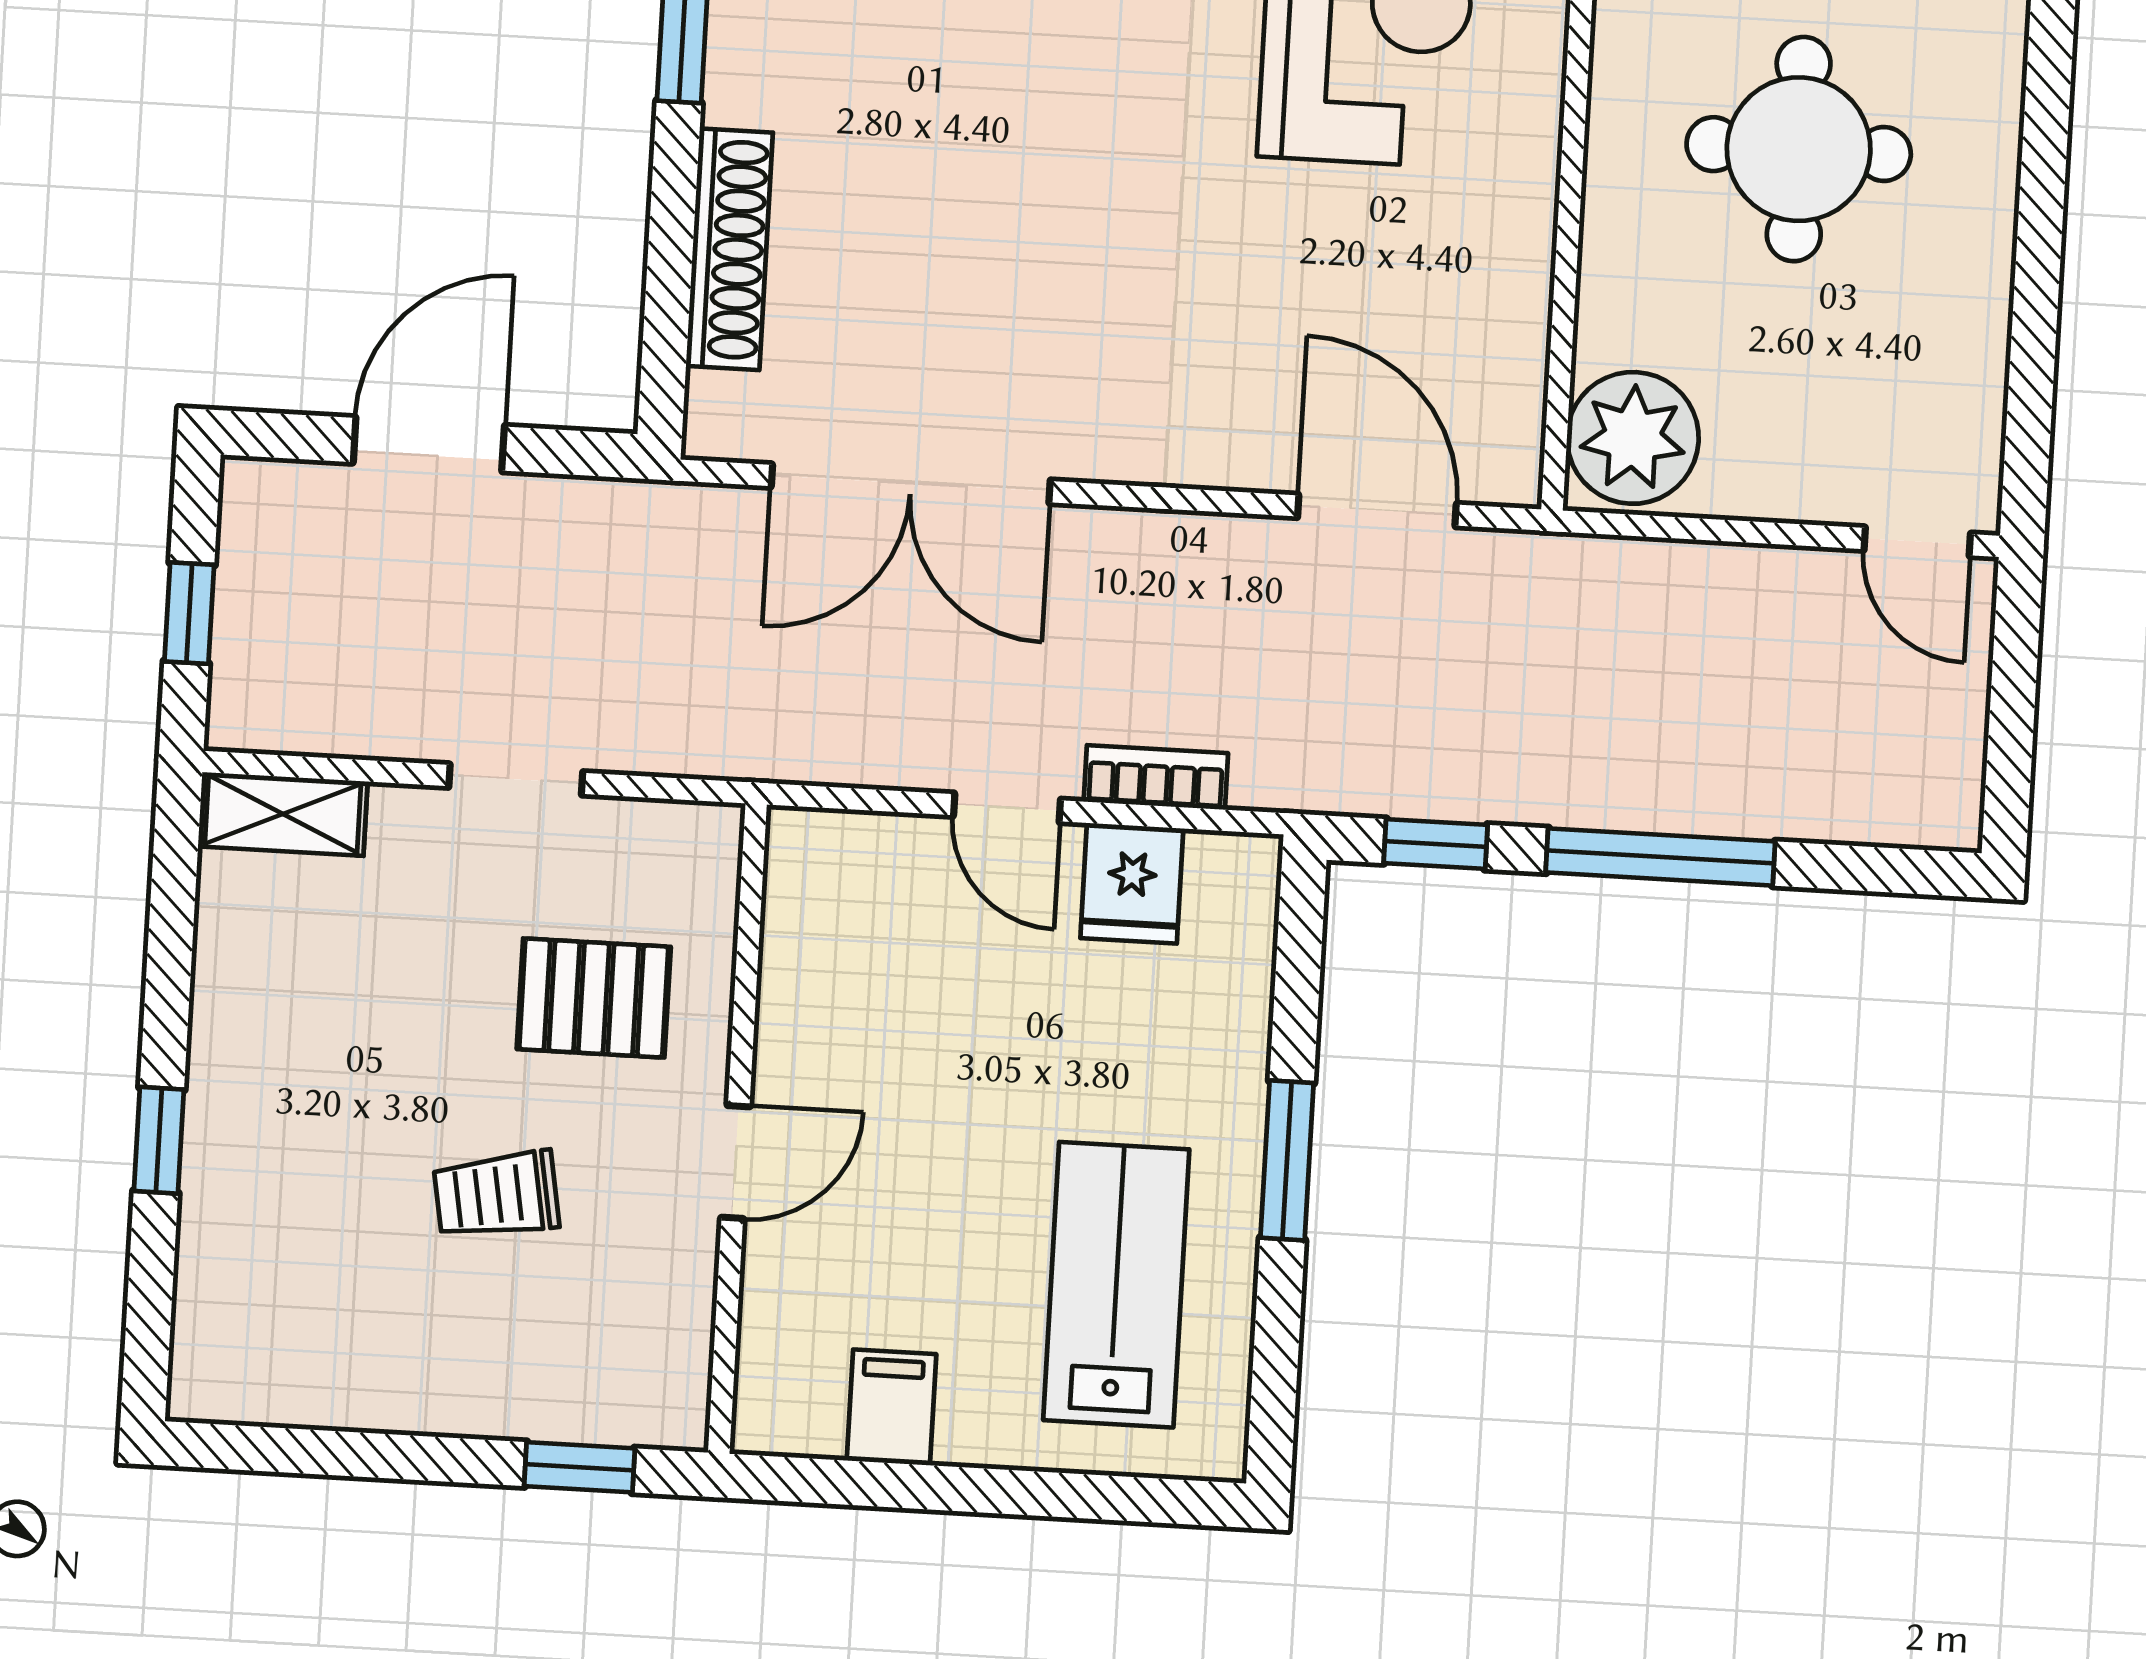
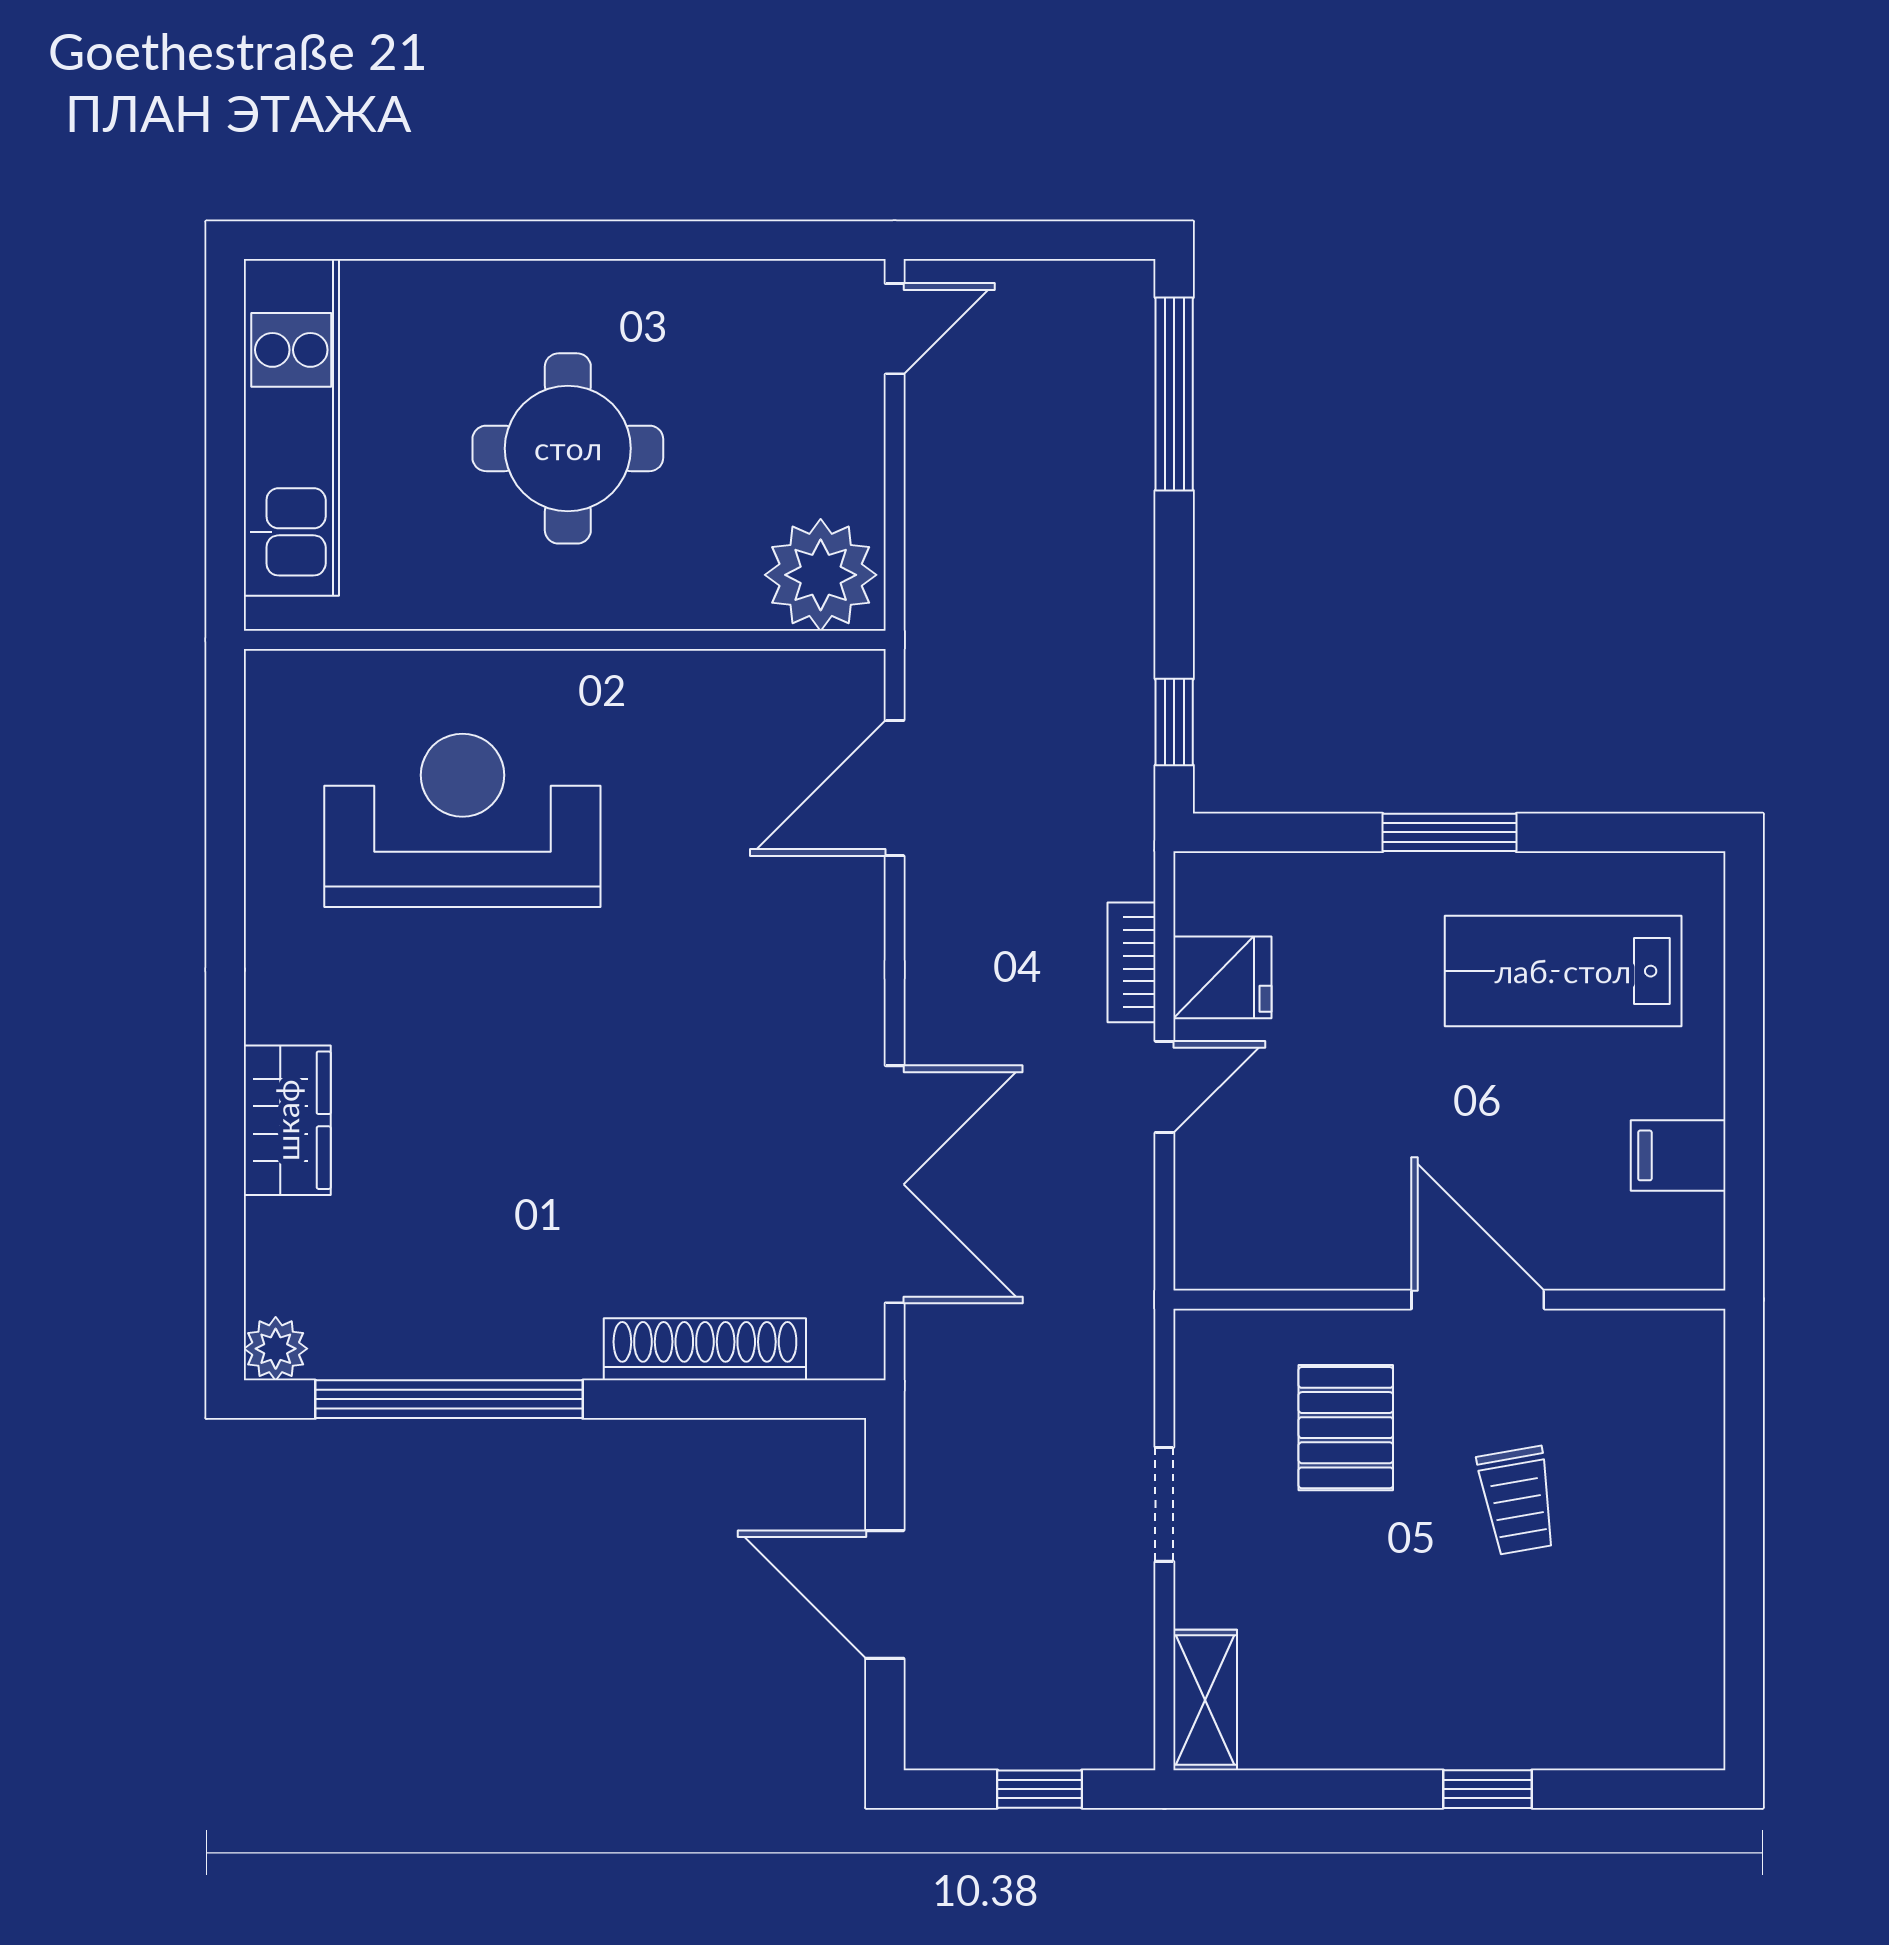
window: (1660, 857) -> (1174, 394), moved
door: (736, 1162) -> (1478, 1300), width x1.38
window: (579, 1467) -> (1744, 1417), removed

